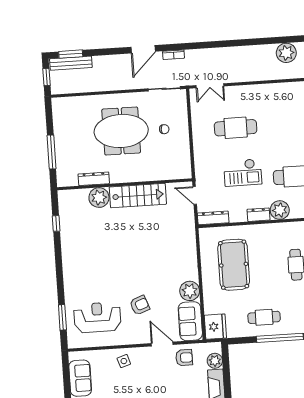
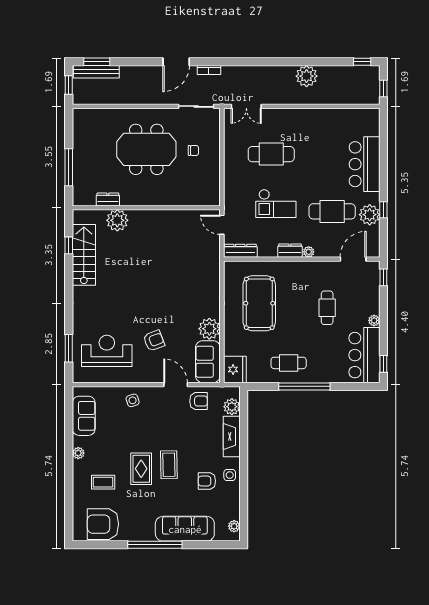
plant: (286, 53) -> (307, 76), moved
dresser: (94, 179) -> (108, 199), width x0.70
stairs: (138, 196) -> (84, 255), moved, turned -90
plant: (280, 210) -> (309, 252), width x0.53, depth x0.53

